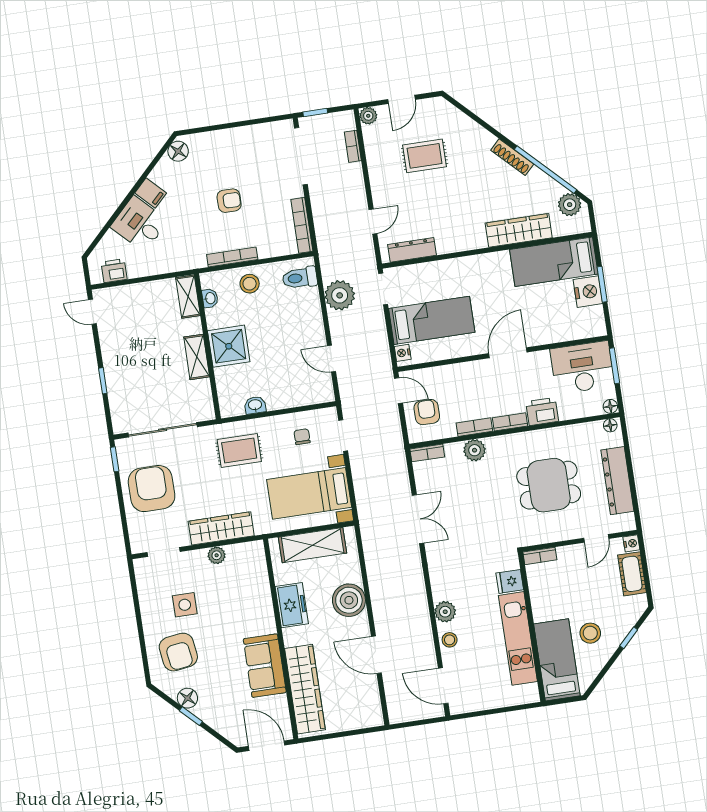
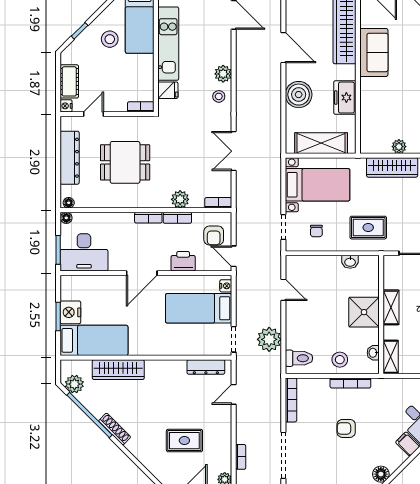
printer: (542, 411) -> (183, 261), moved, turned 180
stool: (450, 640) -> (219, 96), moved

